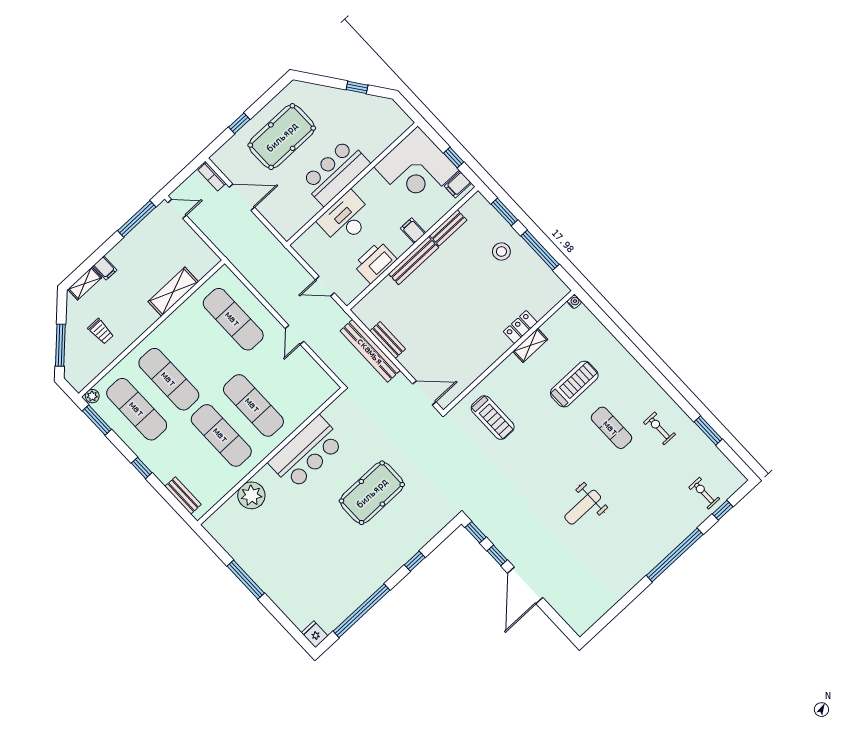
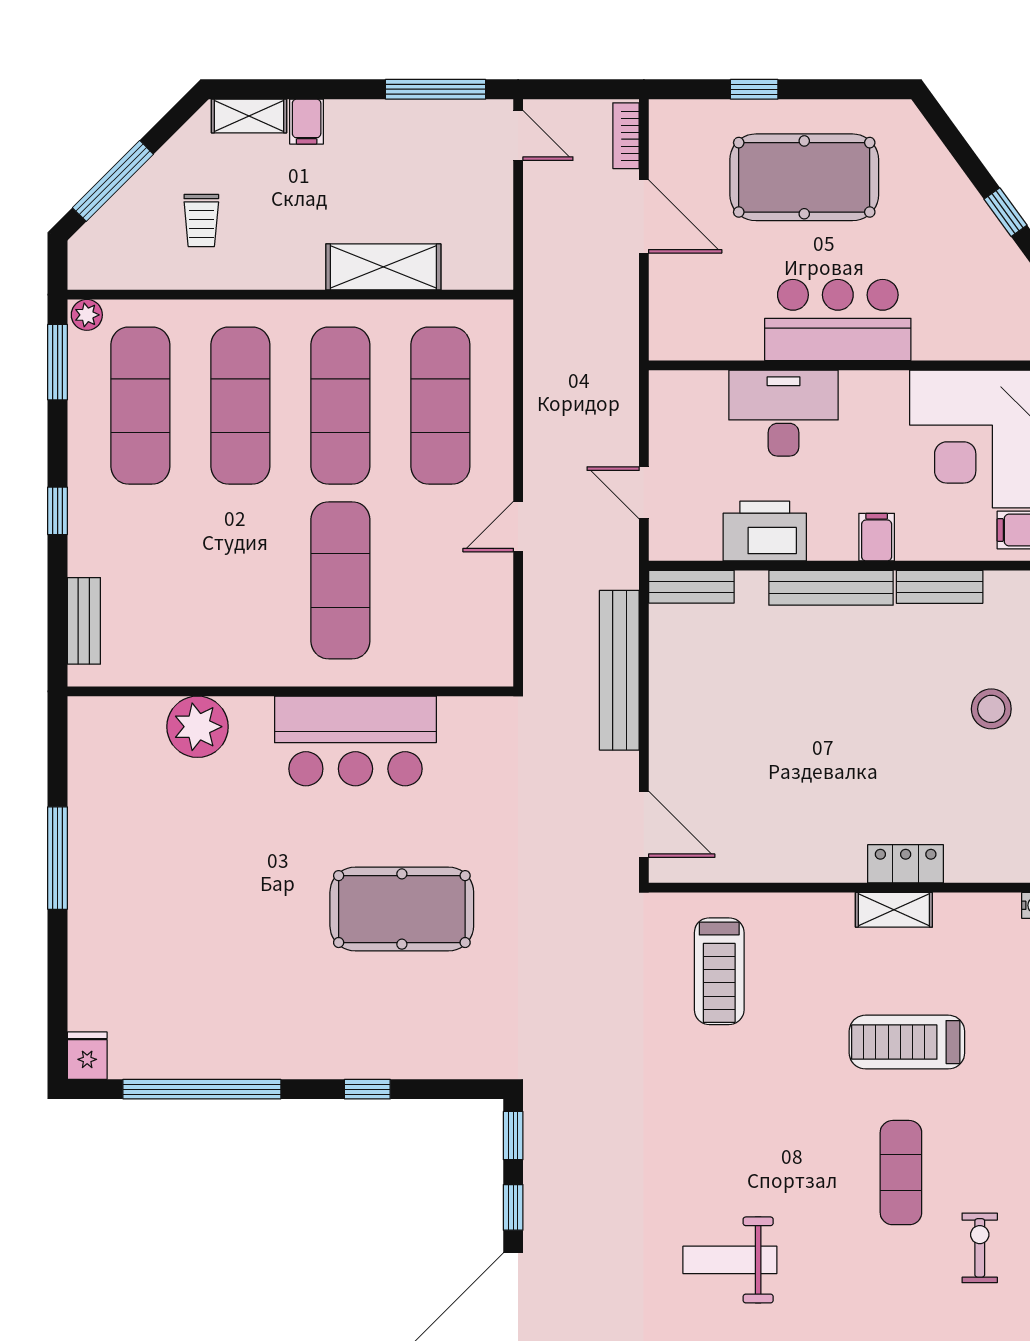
bench: (388, 340) -> (691, 587), moved, turned 90
treadmill: (574, 384) -> (907, 1042), turned 180
exercise mat: (221, 435) -> (340, 406), moved

